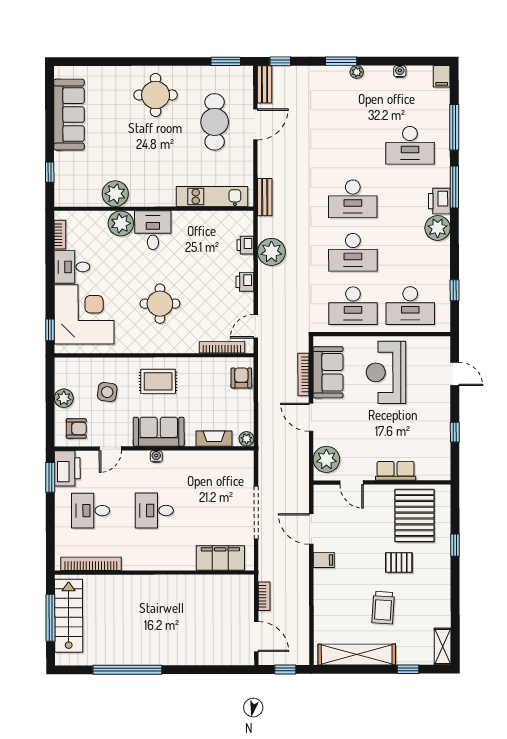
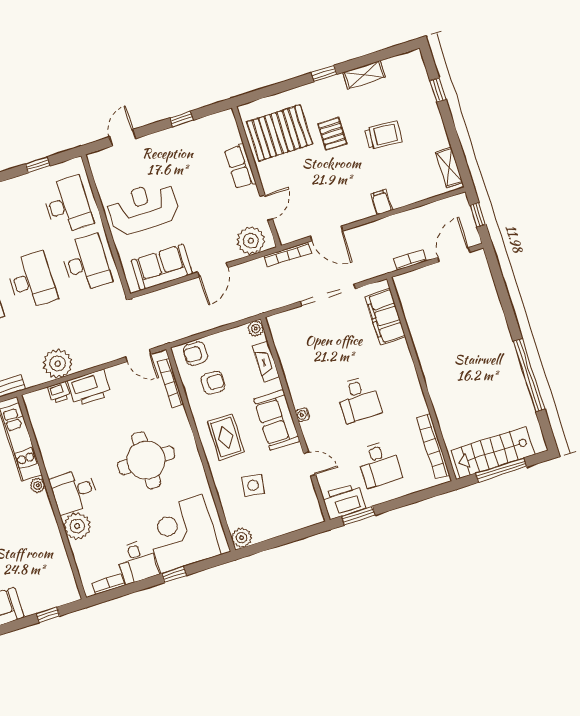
plant: (115, 194) -> (38, 485), moved, width x0.53, depth x0.53
printer: (245, 282) -> (89, 388), width x1.87, depth x1.48
round table: (160, 304) -> (146, 460), width x1.36, depth x1.36
window: (50, 330) -> (174, 575), moved
reception desk: (386, 372) -> (143, 208), turned 180
bookcase: (303, 375) -> (288, 254), moved
plant: (64, 398) -> (242, 538), moved
armchair: (76, 428) -> (213, 383), moved, turned 90
door: (311, 529) -> (327, 234), hinge flipped
window: (455, 545) -> (324, 73), moved
filing cabinet: (324, 560) -> (381, 202), moved
shelving: (443, 647) -> (364, 75), moved
shelving: (357, 655) -> (449, 167), width x0.45, depth x0.75

